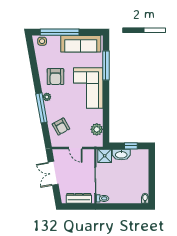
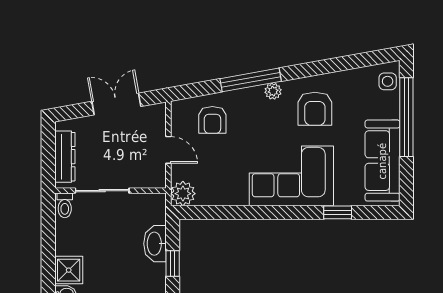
window: (106, 66) -> (338, 212), width x0.46
armchair: (55, 77) -> (315, 109), turned -90
armchair: (61, 127) -> (212, 120), turned -61
plant: (97, 129) -> (183, 194), moved
door: (75, 148) -> (168, 150), swing flipped
shower: (105, 156) -> (69, 270), moved

